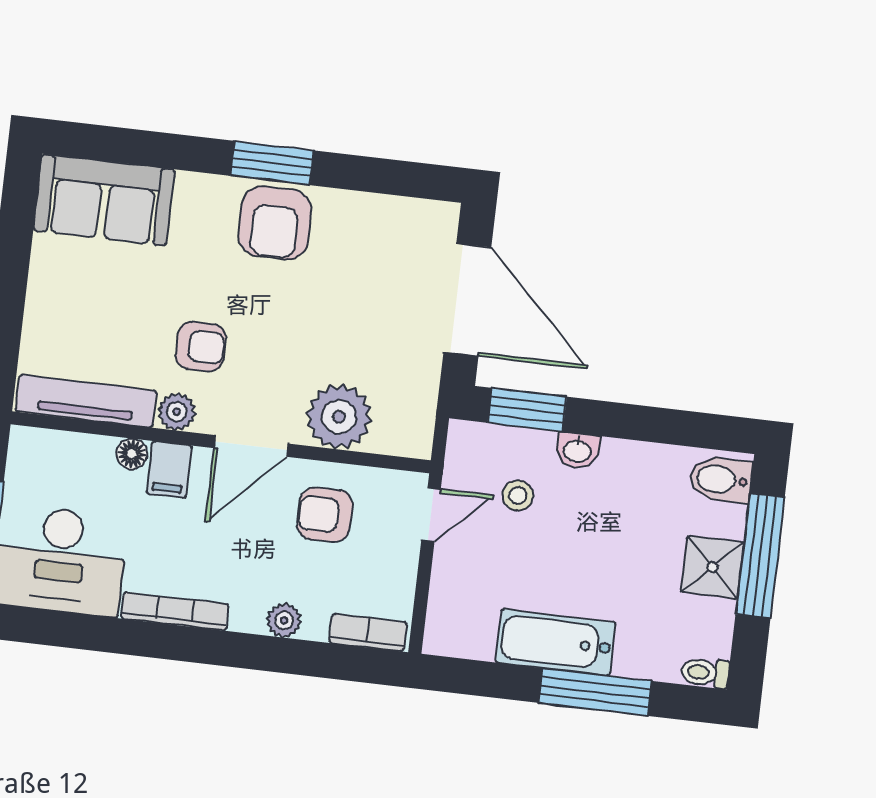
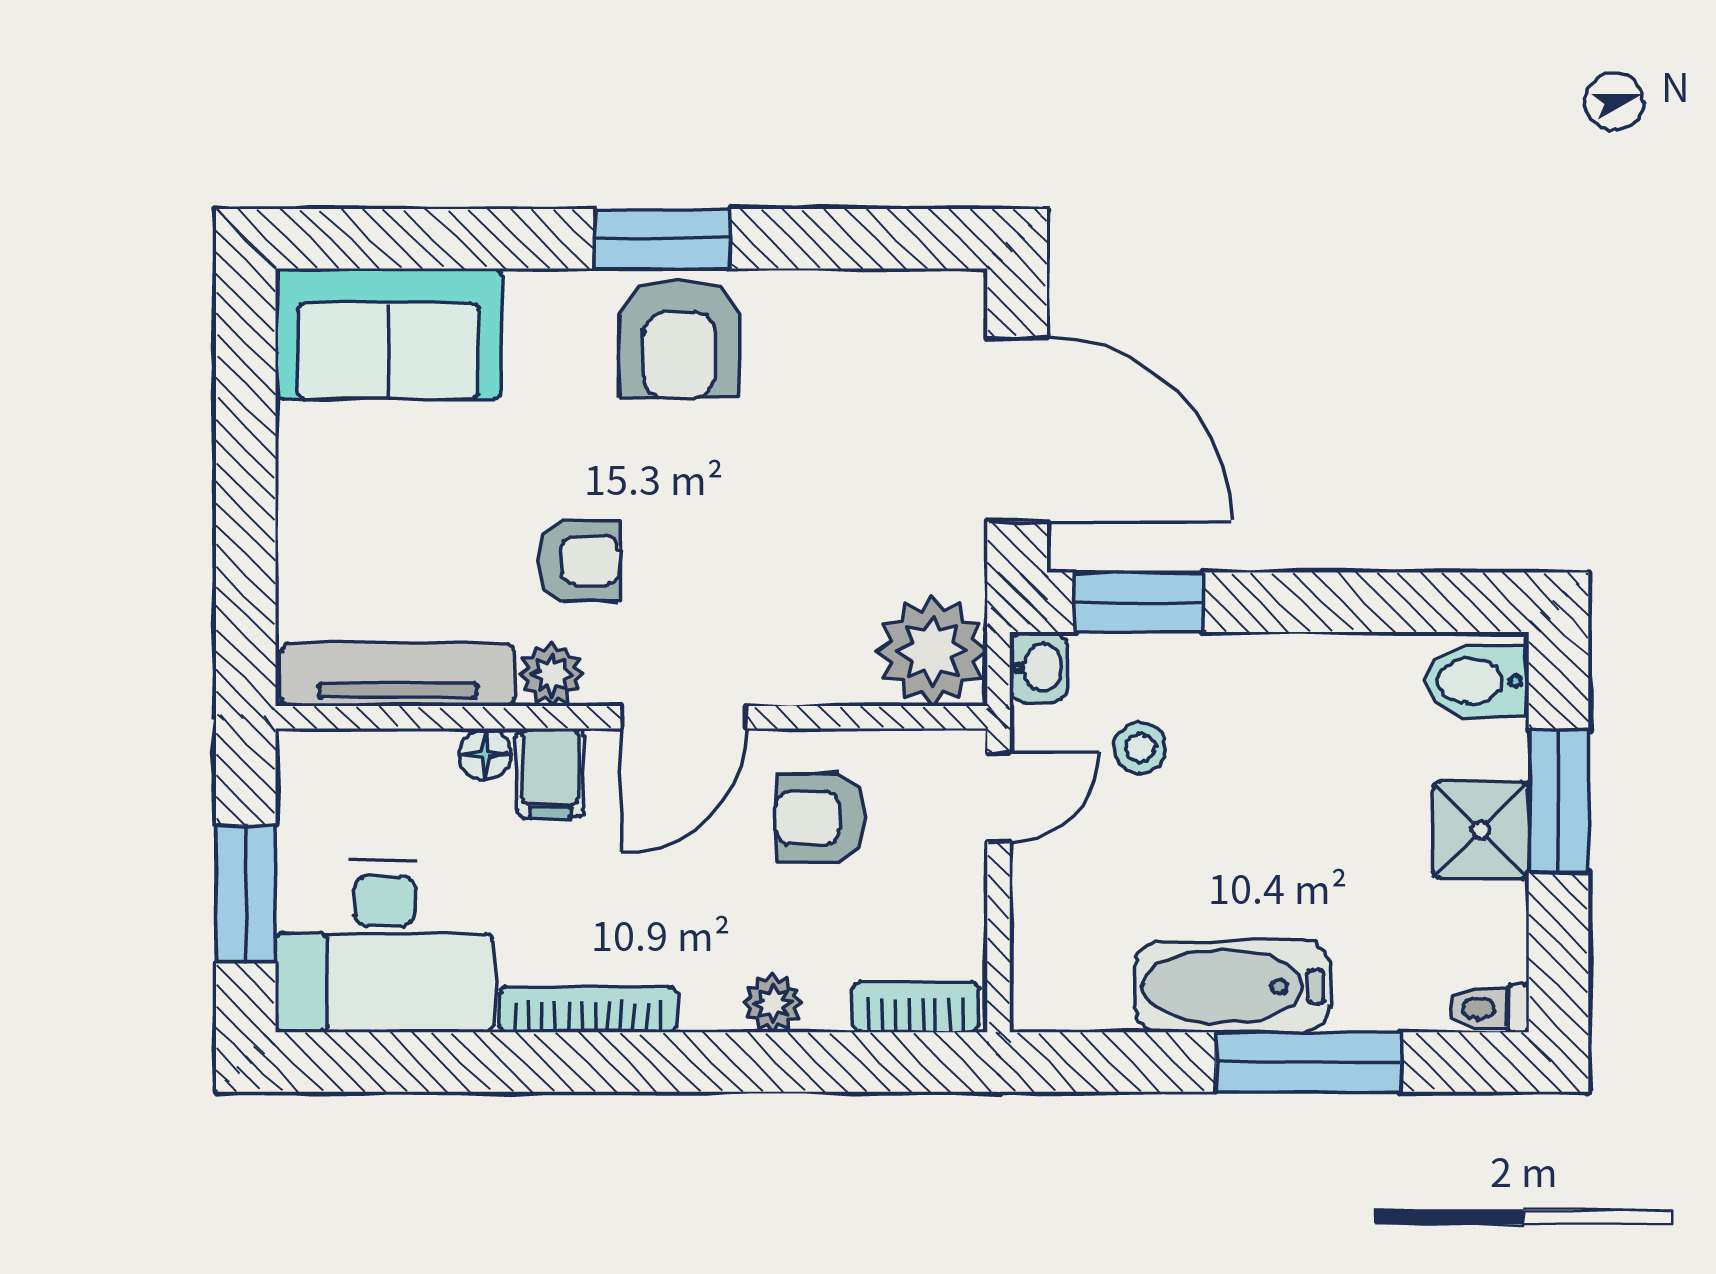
plant: (339, 417) -> (932, 651), moved
washbasin: (577, 451) -> (1039, 668), moved, turned -90
window: (760, 556) -> (1559, 801), width x0.69

